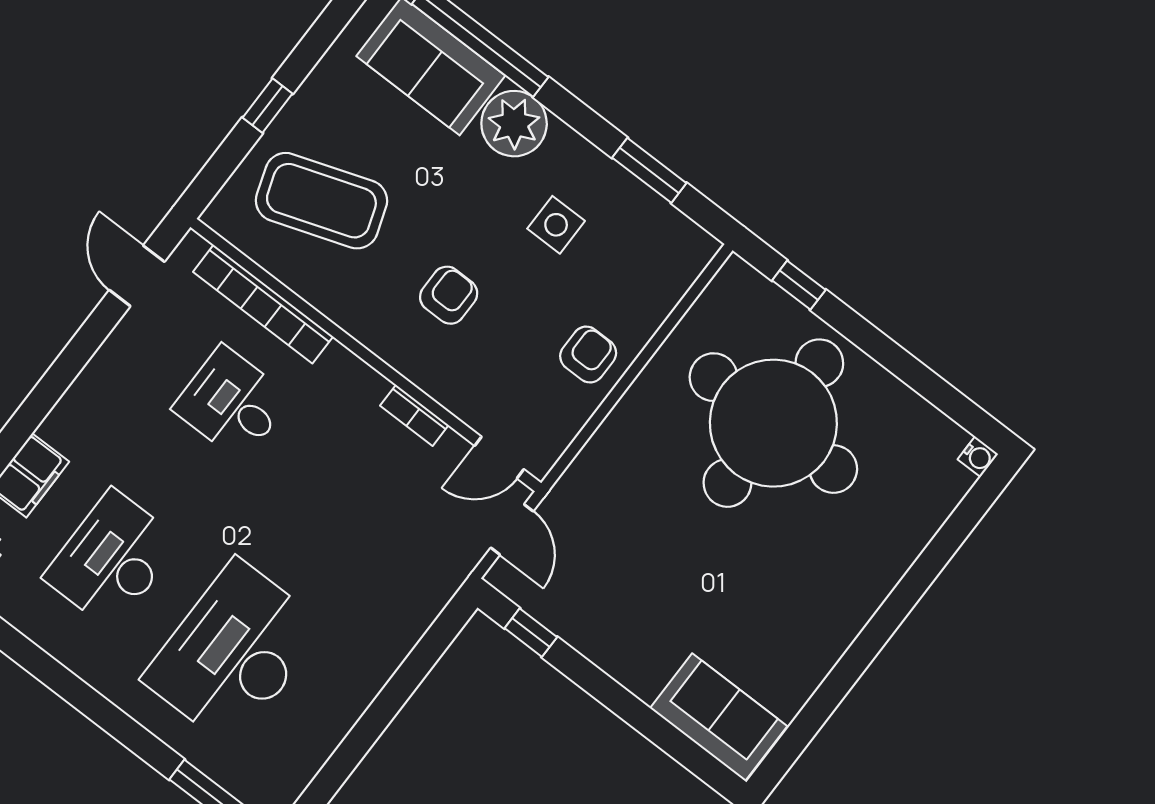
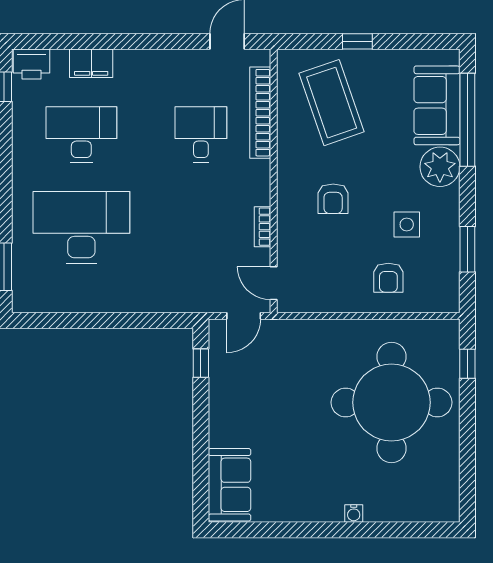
armchair: (449, 295) -> (333, 199), turned 90
armchair: (588, 355) -> (388, 278), moved, turned 90
water cooler: (978, 457) -> (354, 513), moved

